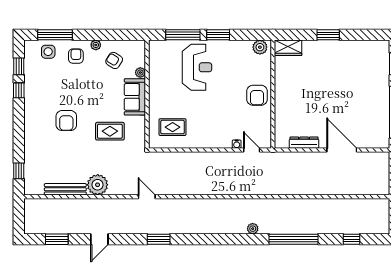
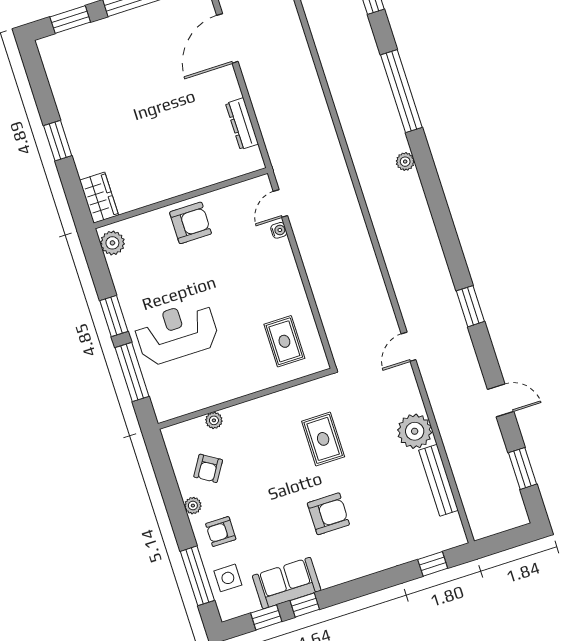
sofa: (135, 97) -> (287, 583), moved, turned 180
door: (342, 150) -> (227, 38), moved

